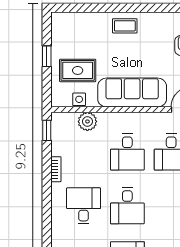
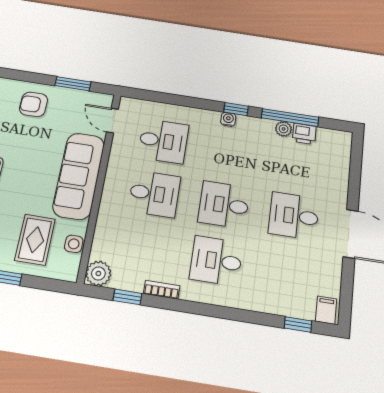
plant: (87, 121) -> (98, 273), moved
window: (47, 130) -> (127, 297), moved
desk: (127, 206) -> (224, 205), turned 180

